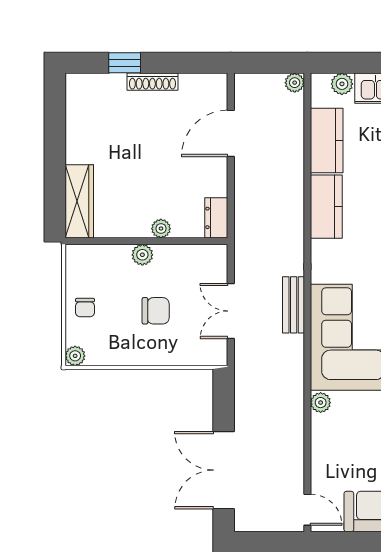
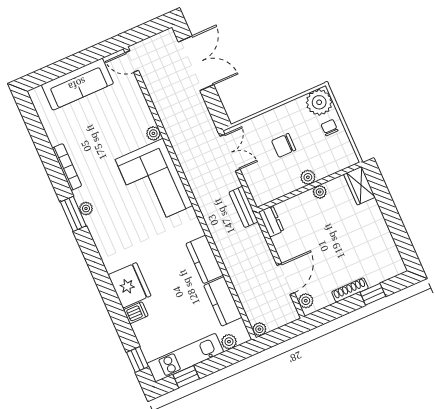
plant: (217, 93) -> (306, 301), added
wardrobe: (79, 201) -> (359, 186), width x0.67
plant: (161, 229) -> (320, 192), moved
bench: (294, 305) -> (243, 207), moved
double door: (231, 311) -> (230, 153), moved
plant: (75, 356) -> (319, 102), width x1.88, depth x1.88

